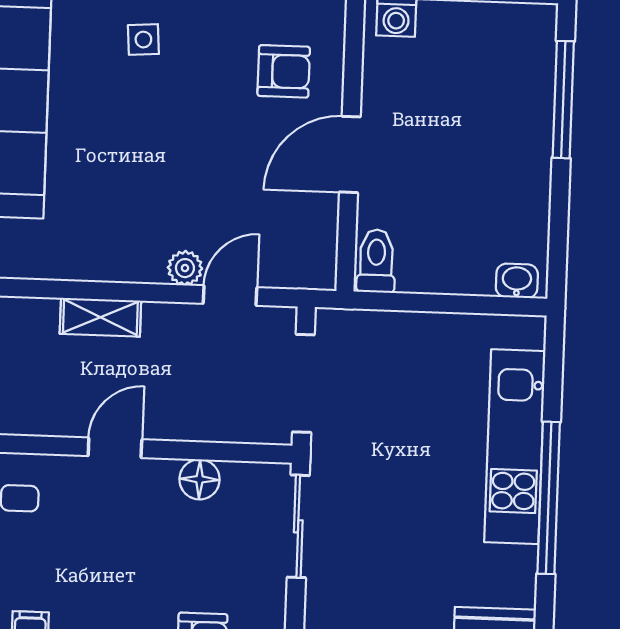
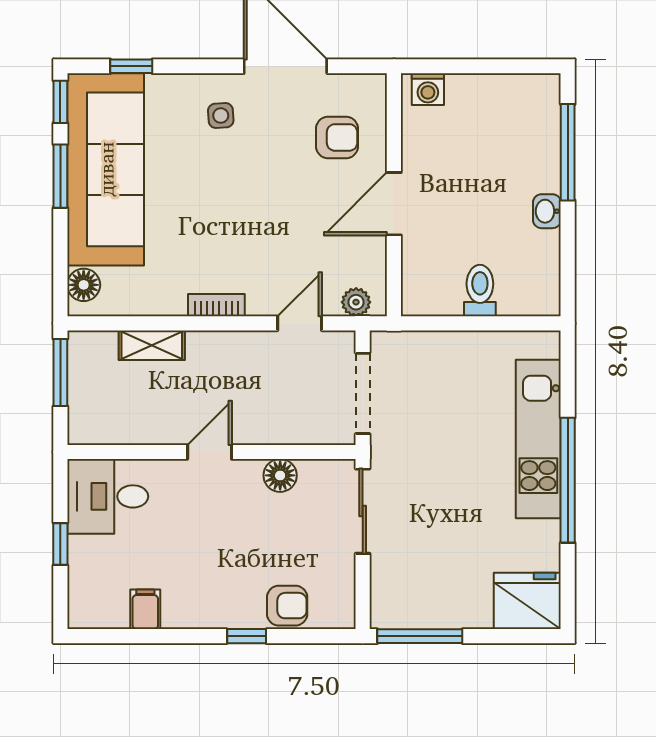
toilet: (376, 261) -> (480, 291), moved
plant: (185, 268) -> (356, 302), moved
bookcase: (130, 270) -> (216, 305), added
washbasin: (517, 281) -> (547, 211), moved, turned -90
shelving: (100, 317) -> (152, 345), moved

